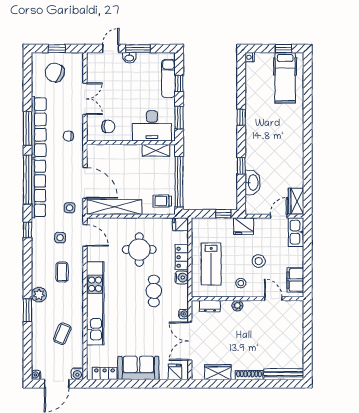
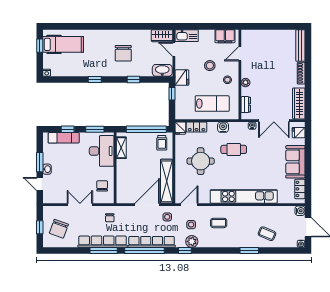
chair: (274, 153) -> (123, 53), added
washbasin: (253, 183) -> (162, 70), moved
locker: (182, 257) -> (197, 127), moved
plant: (39, 295) -> (192, 241), moved
coffee table: (62, 334) -> (267, 234), moved
wardrobe: (218, 372) -> (299, 103), width x1.50

